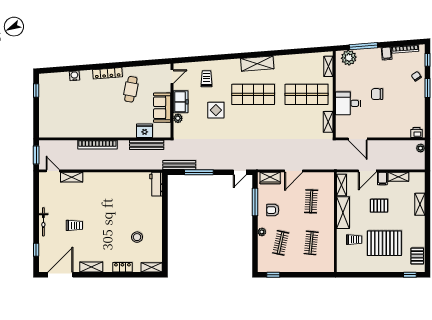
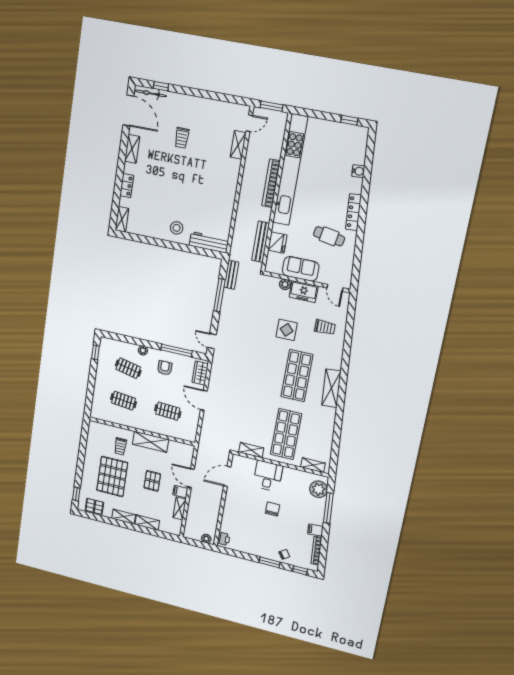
kitchen unit: (84, 131) -> (290, 170), added
bench: (179, 165) -> (231, 275), width x0.73
workbench: (156, 184) -> (209, 242), width x1.38
shelving: (341, 185) -> (124, 517), moved
bicycle: (43, 222) -> (150, 93), moved
stool: (137, 237) -> (177, 228), moved

